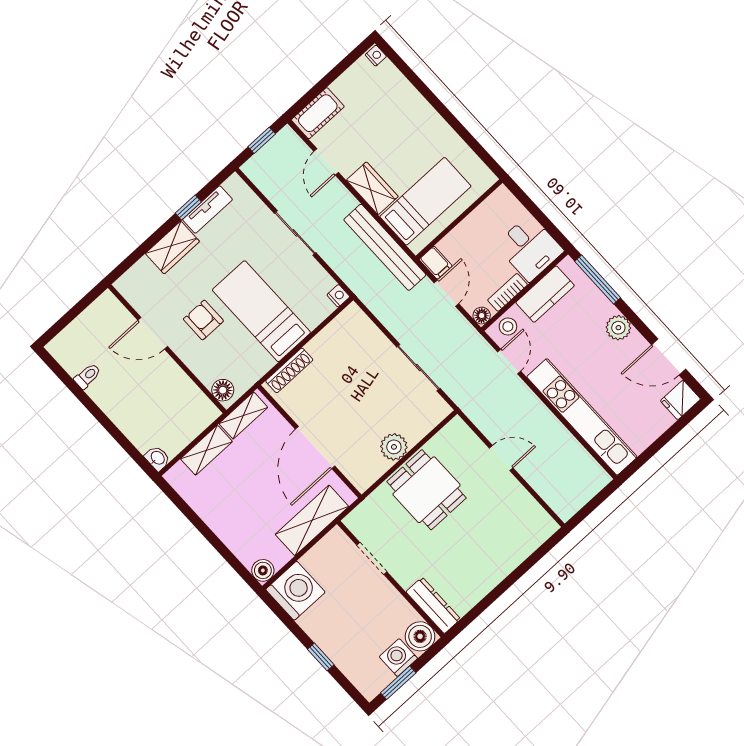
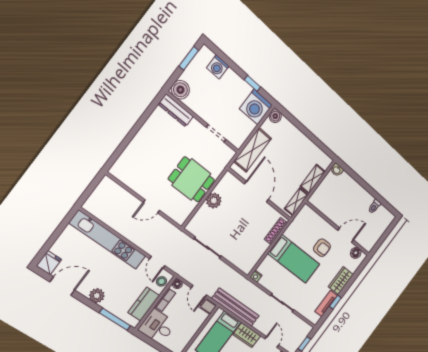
floor lamp: (223, 390) -> (356, 253), moved
window: (321, 657) -> (252, 83), moved
washing machine: (398, 658) -> (218, 67), moved, turned 90

